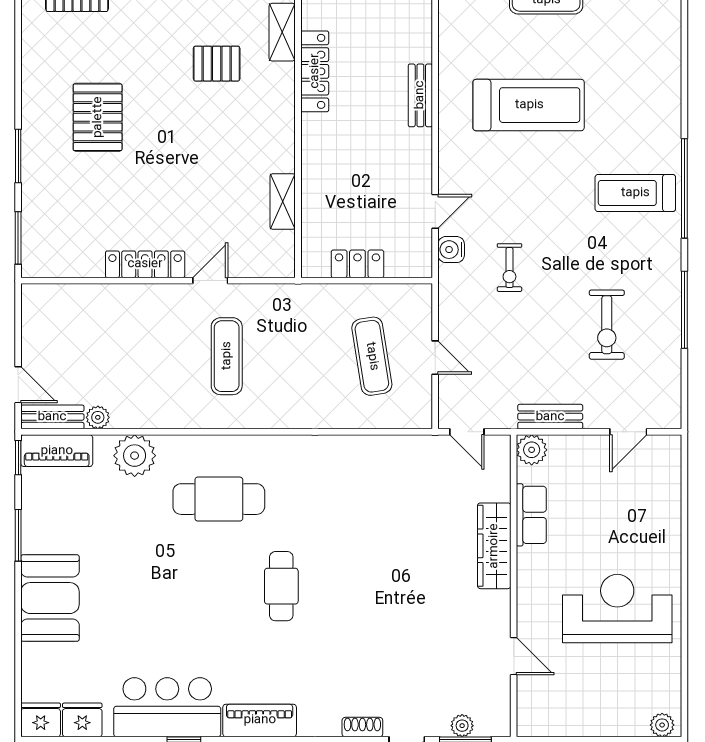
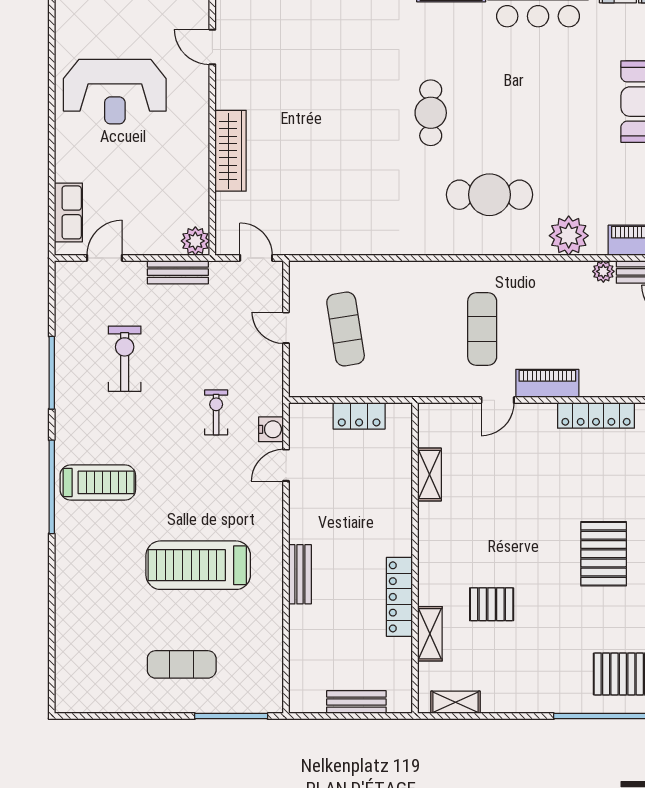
locker: (145, 264) -> (596, 415), moved
piano: (157, 298) -> (547, 383), added
row of seats: (531, 515) -> (68, 212), moved, turned 180

